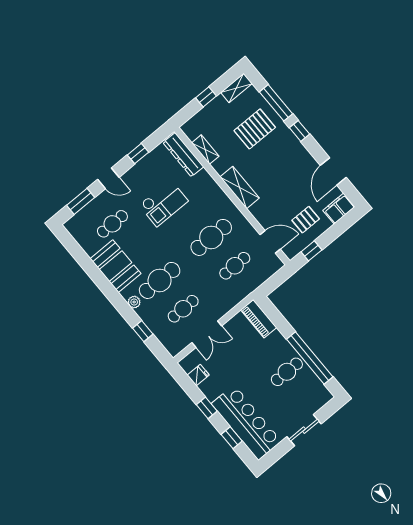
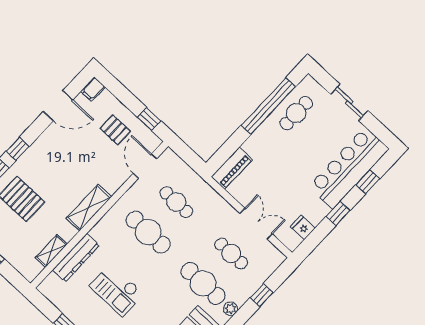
dresser: (183, 155) -> (76, 258), moved
checkout: (164, 203) -> (117, 290), turned 180
filing cabinet: (339, 209) -> (93, 89), width x0.50
cafe table: (287, 372) -> (296, 113), moved, turned 90

